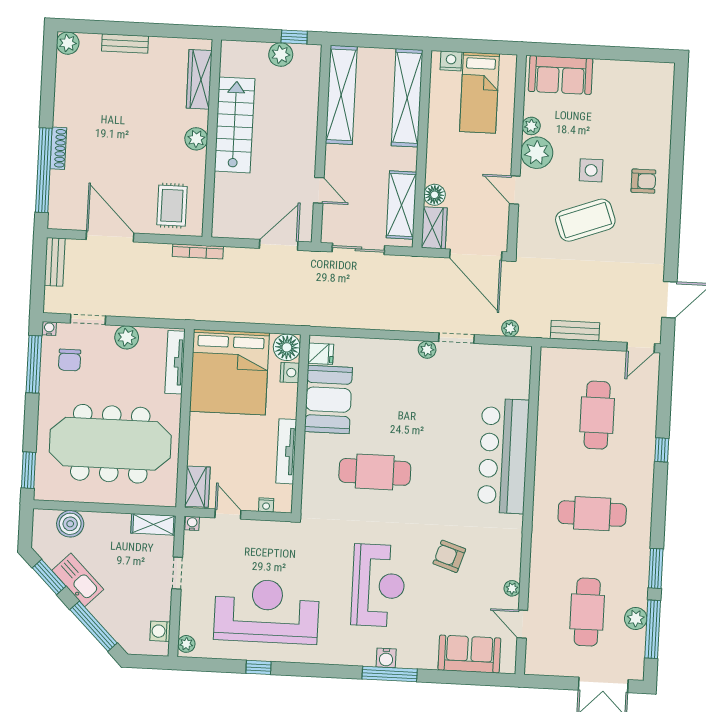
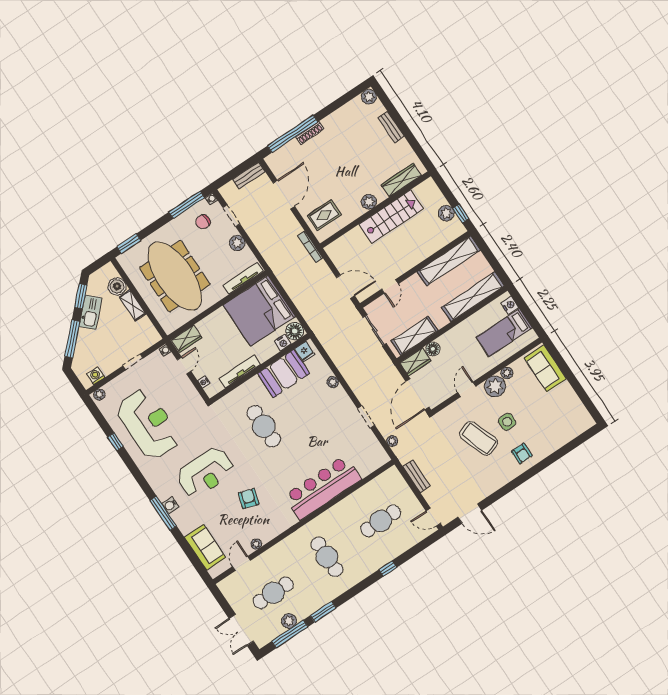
plant: (427, 350) -> (333, 382), moved
shelving: (153, 524) -> (133, 305), moved

